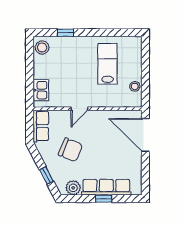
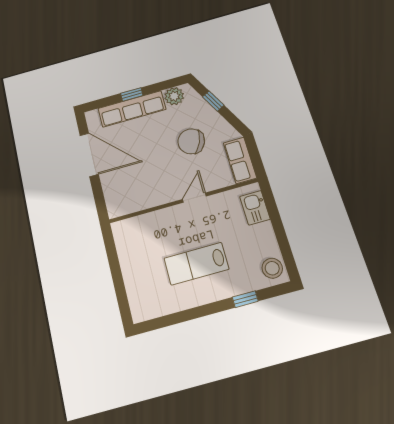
lab bench: (107, 64) -> (196, 264), moved, turned 90
stool: (135, 86) -> (126, 249), removed
door: (145, 135) -> (89, 155), moved

